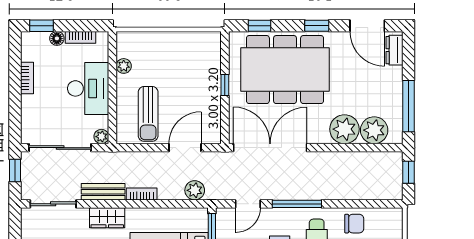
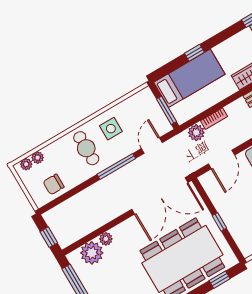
plant: (344, 129) -> (106, 239), width x0.53, depth x0.53
bookcase: (142, 194) -> (214, 119), moved
chair: (354, 224) -> (54, 184), moved

